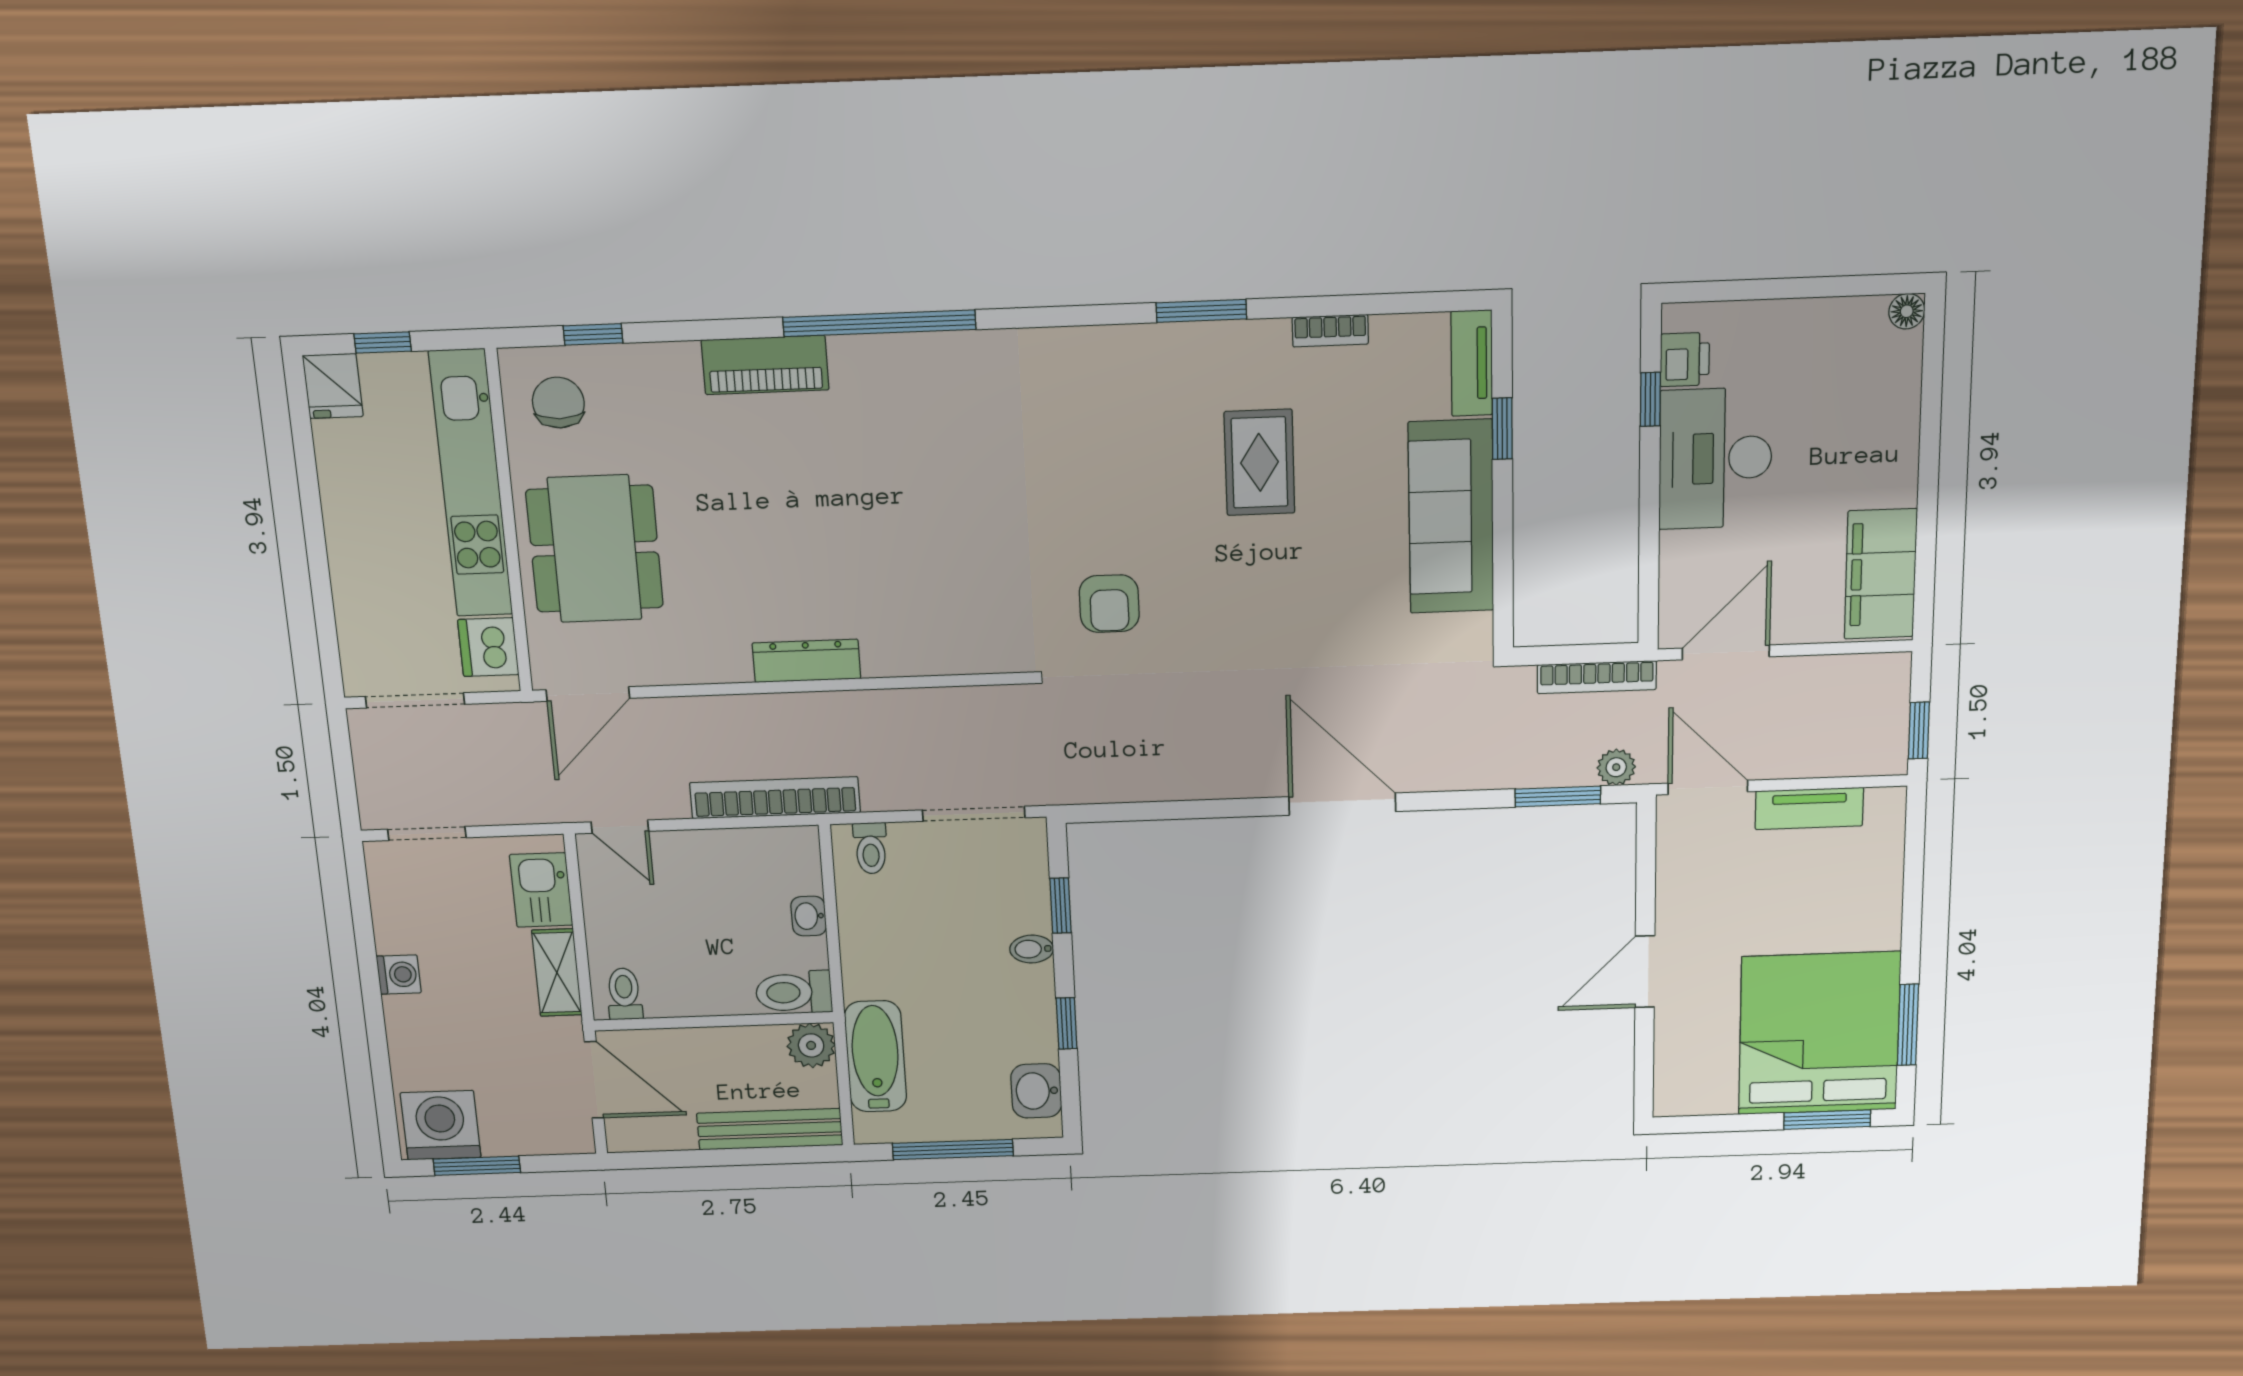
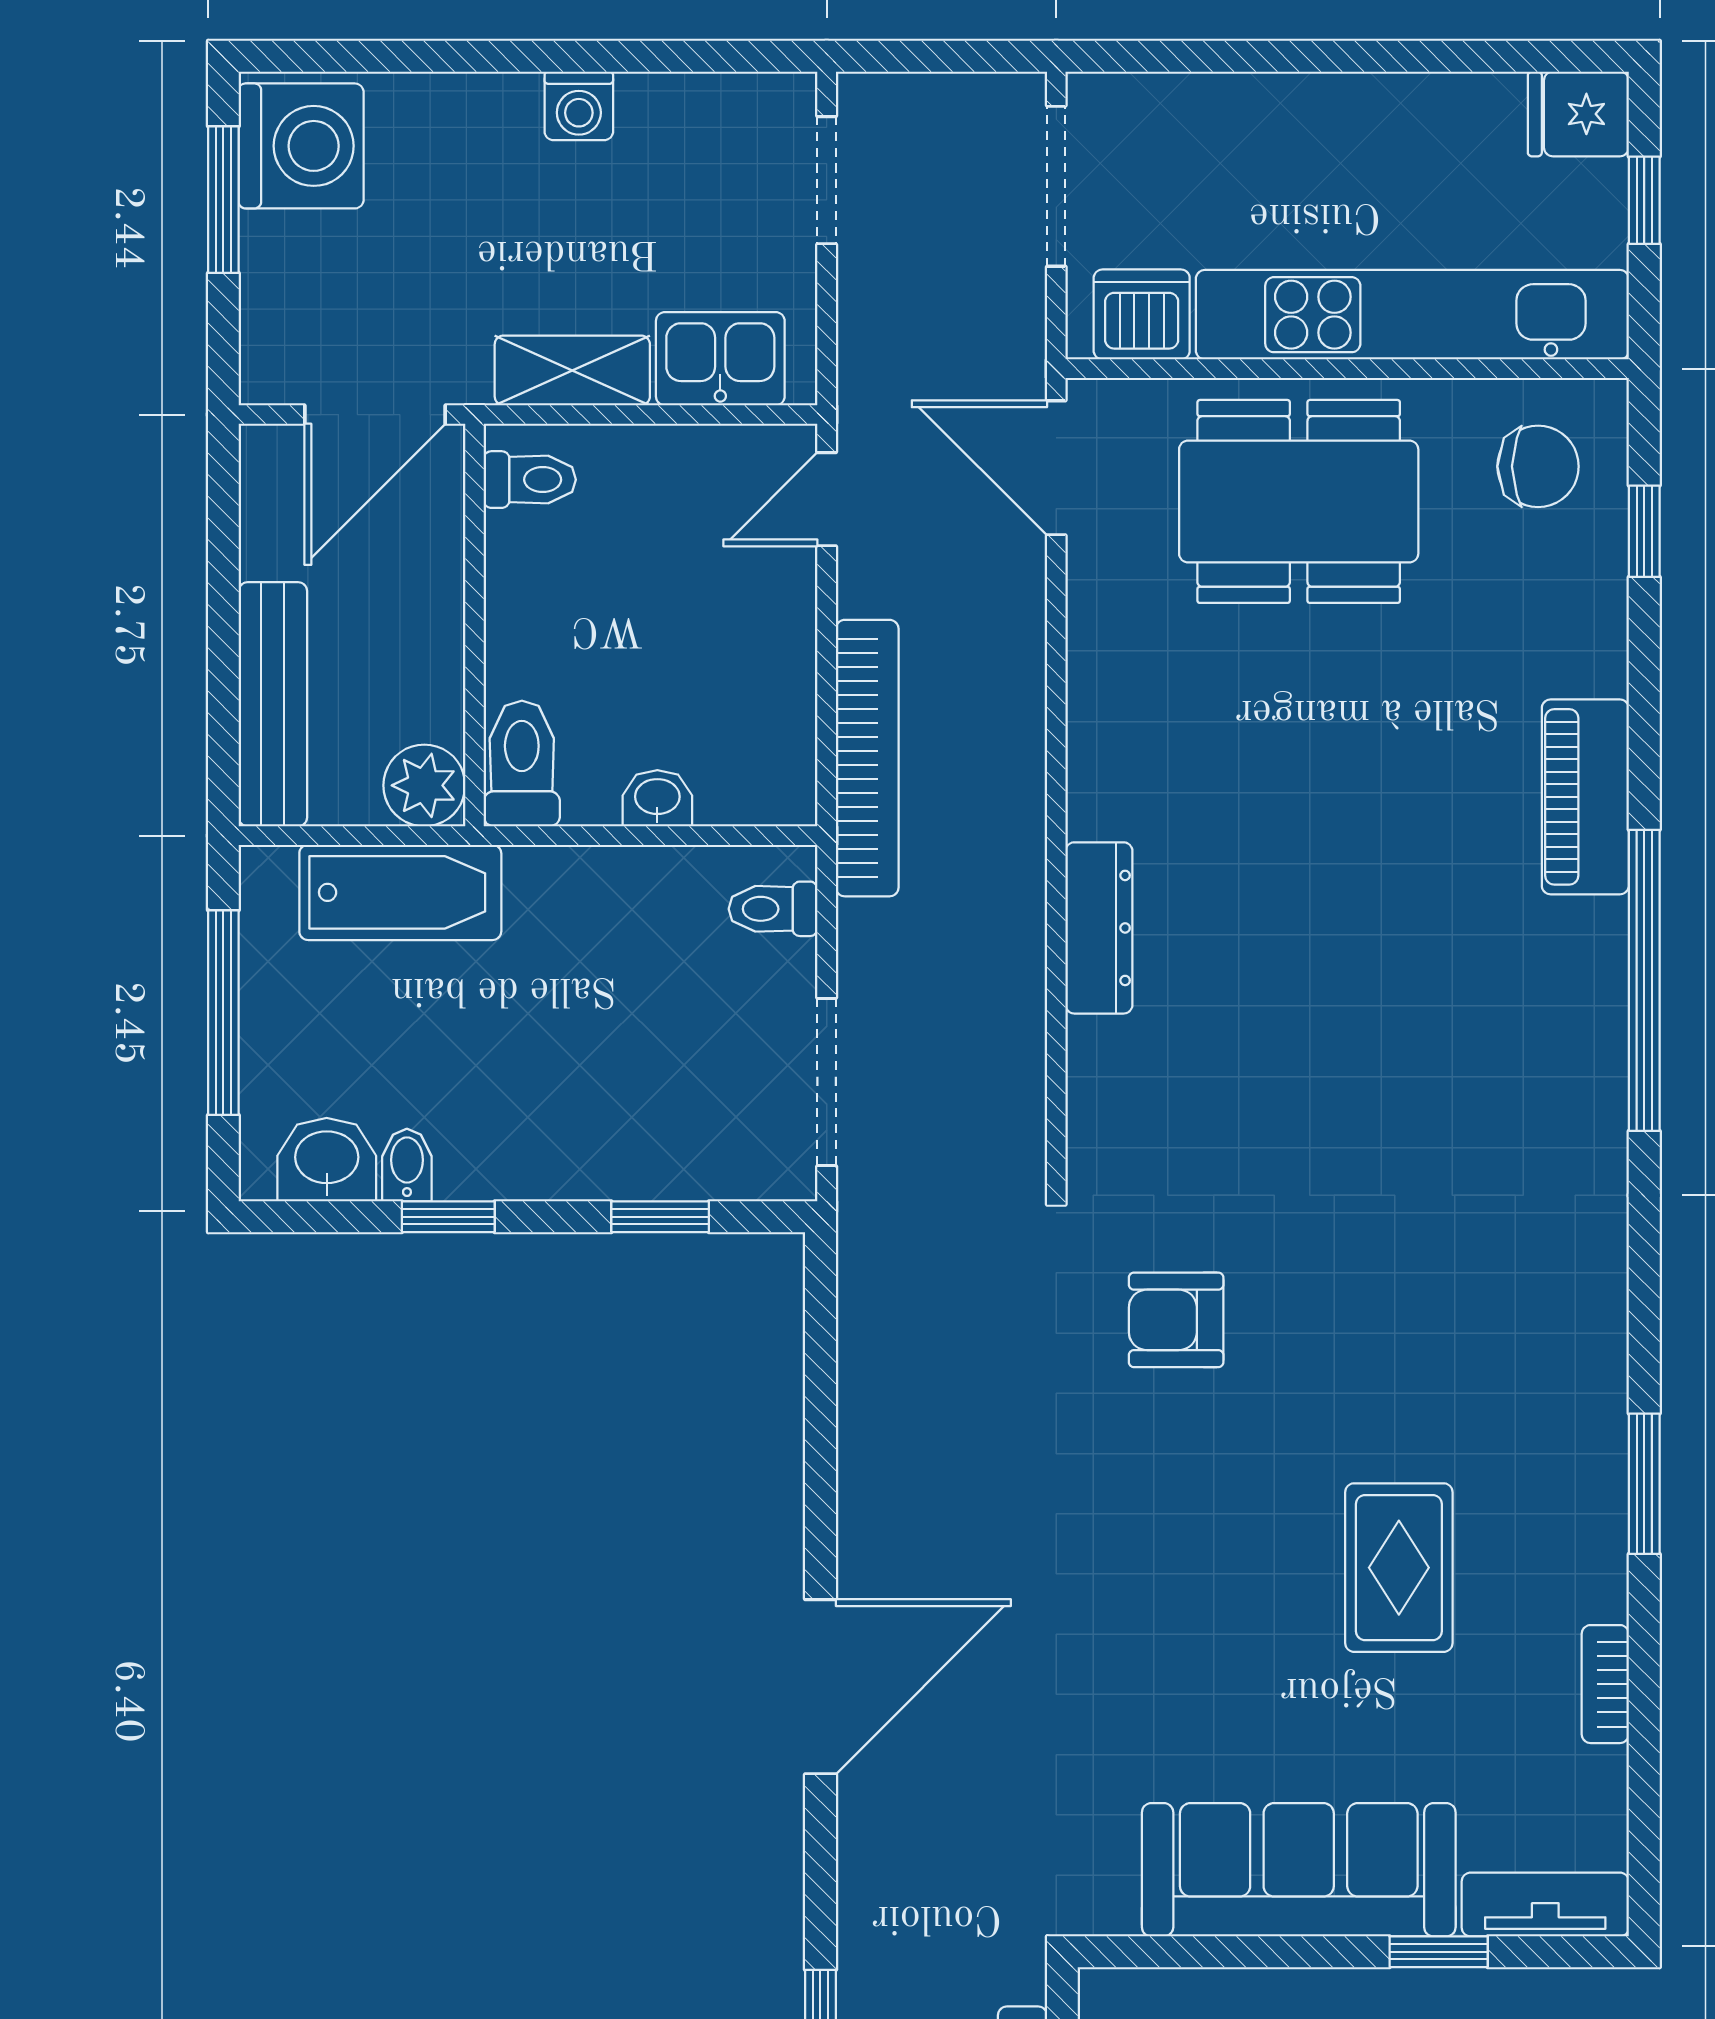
rug: (1260, 462) -> (1399, 1568), turned 90
dresser: (806, 661) -> (1099, 928), moved
bidet: (1032, 949) -> (407, 1165), moved

